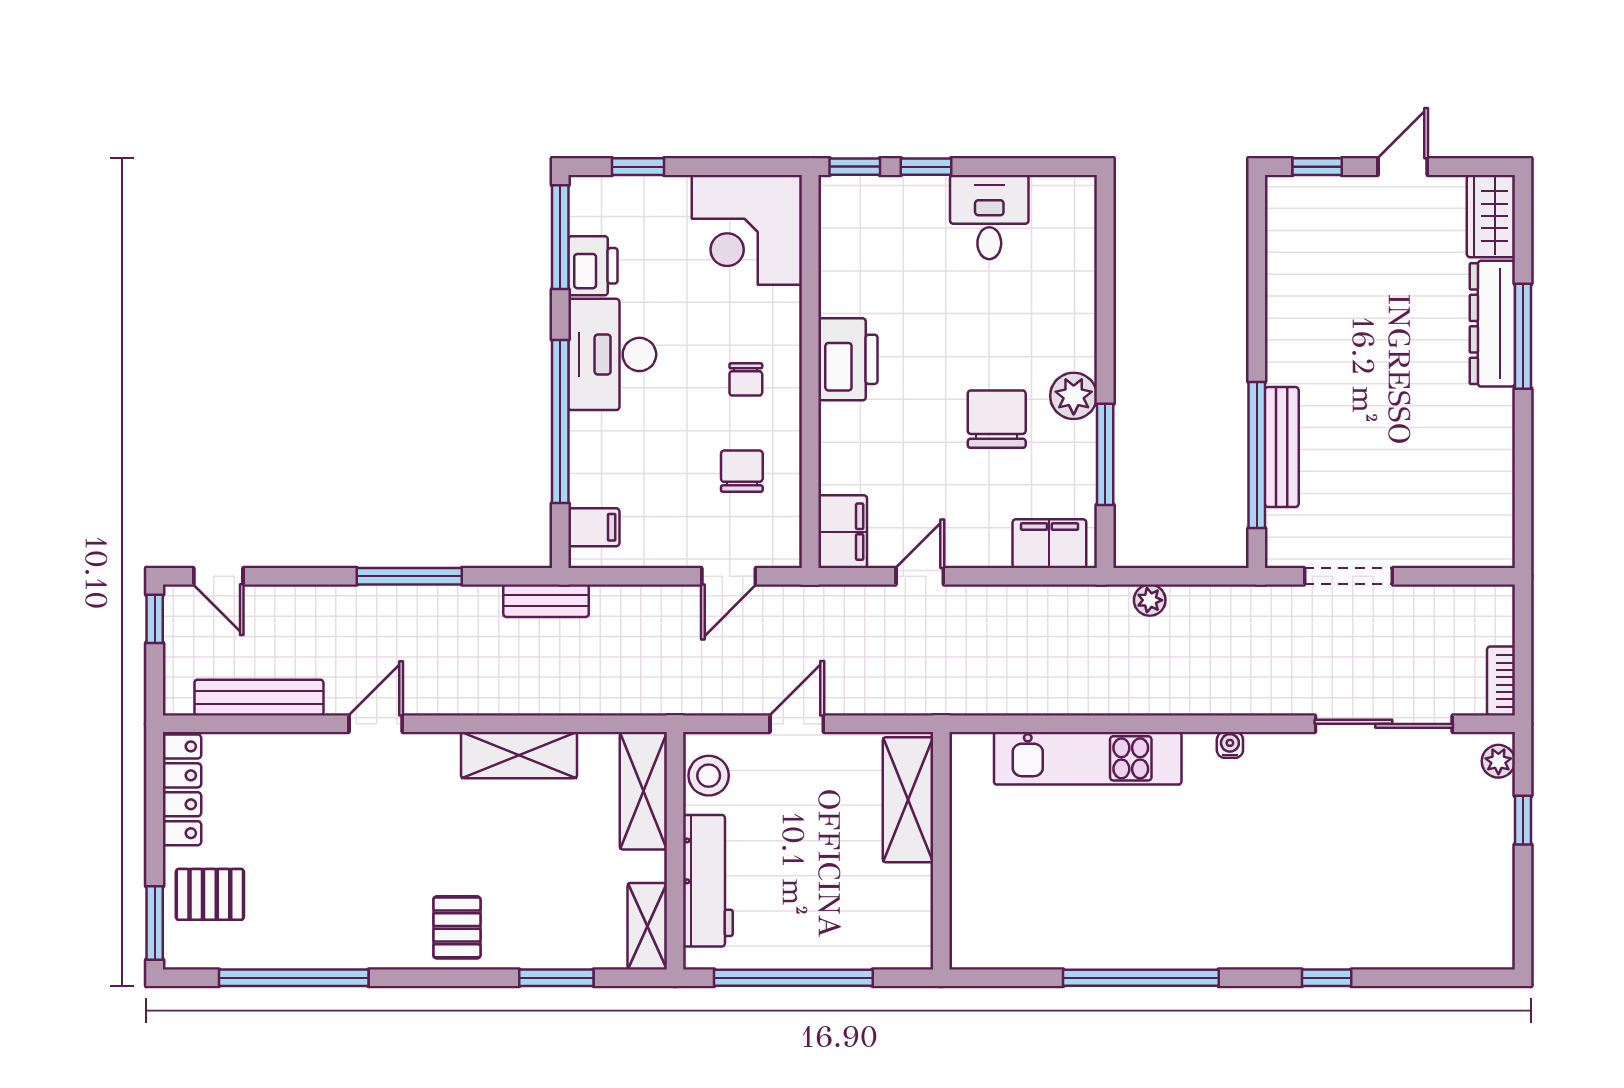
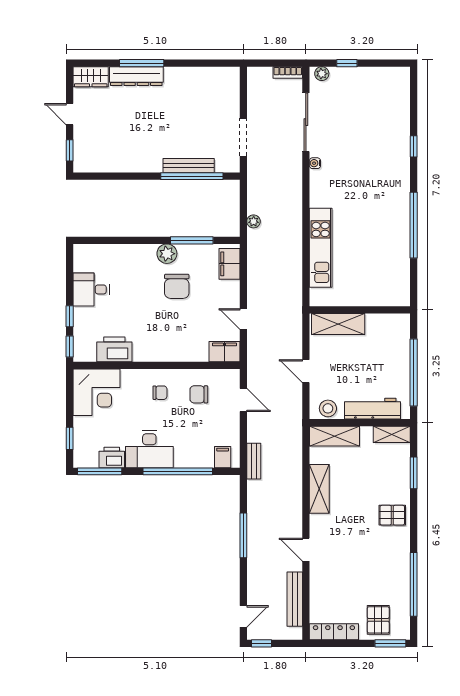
printer: (848, 359) -> (114, 349), moved
chair: (997, 419) -> (177, 286), turned -90
bench: (546, 601) -> (254, 461), moved
water cooler: (1230, 745) -> (315, 163), moved

